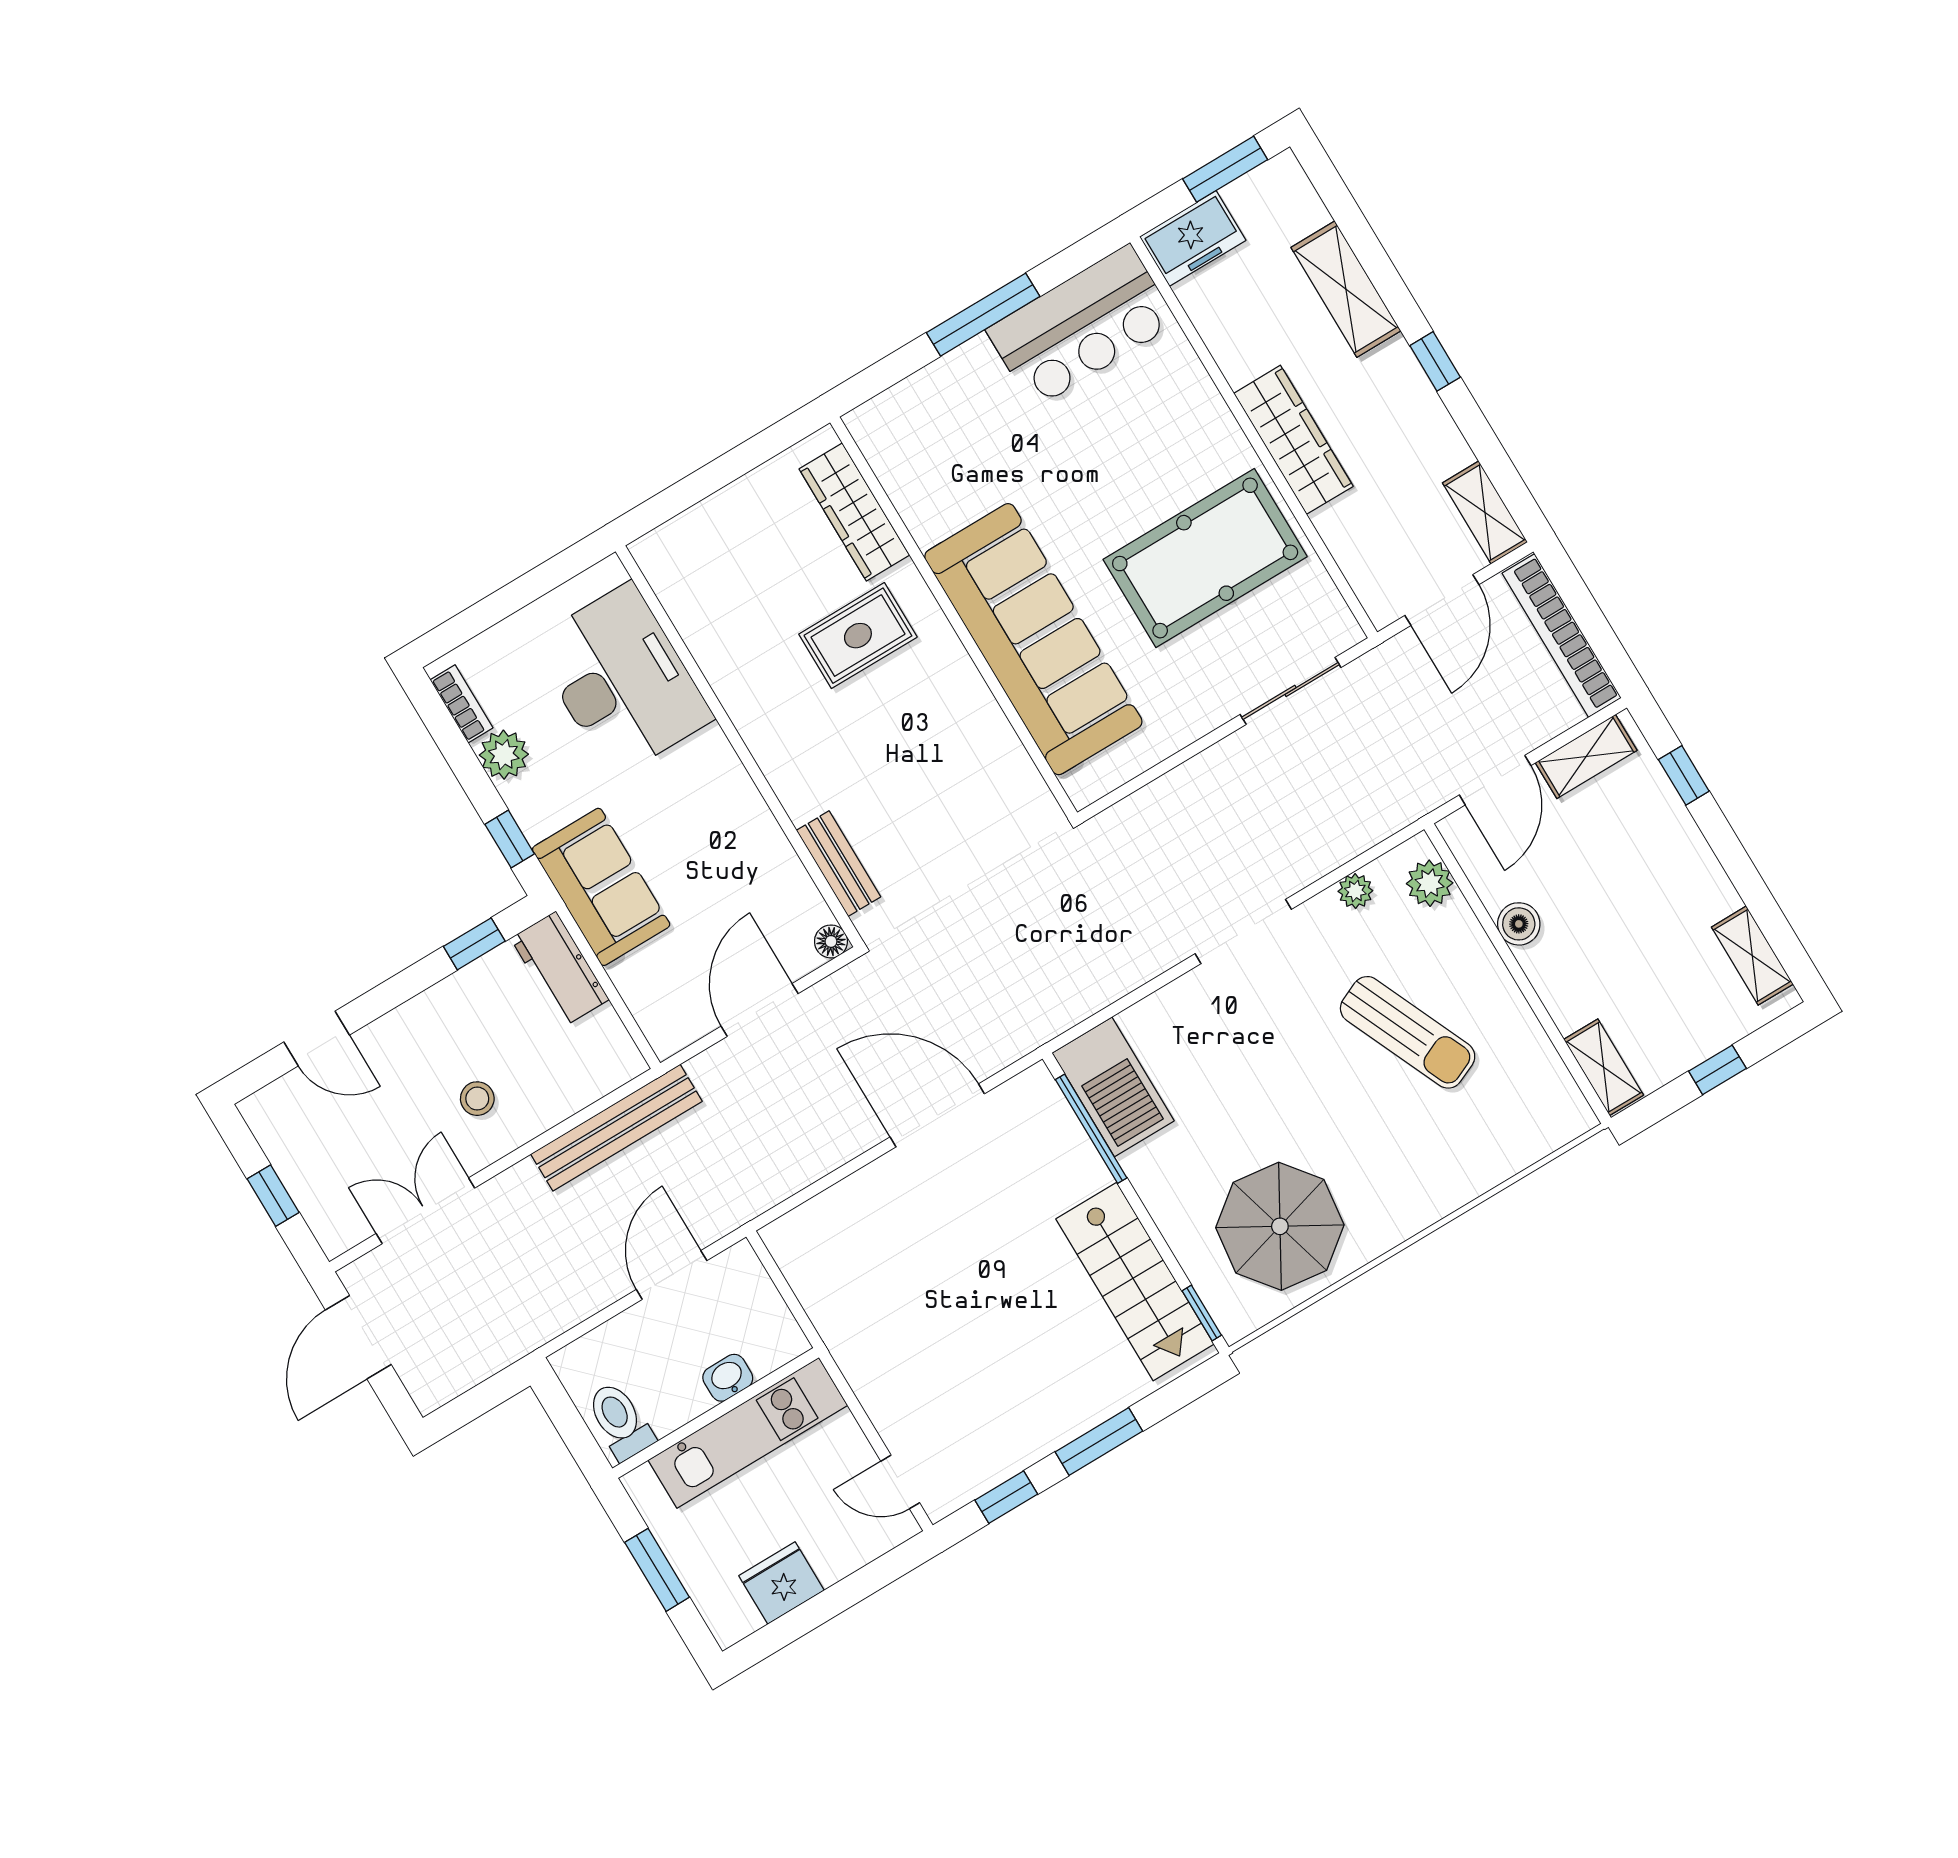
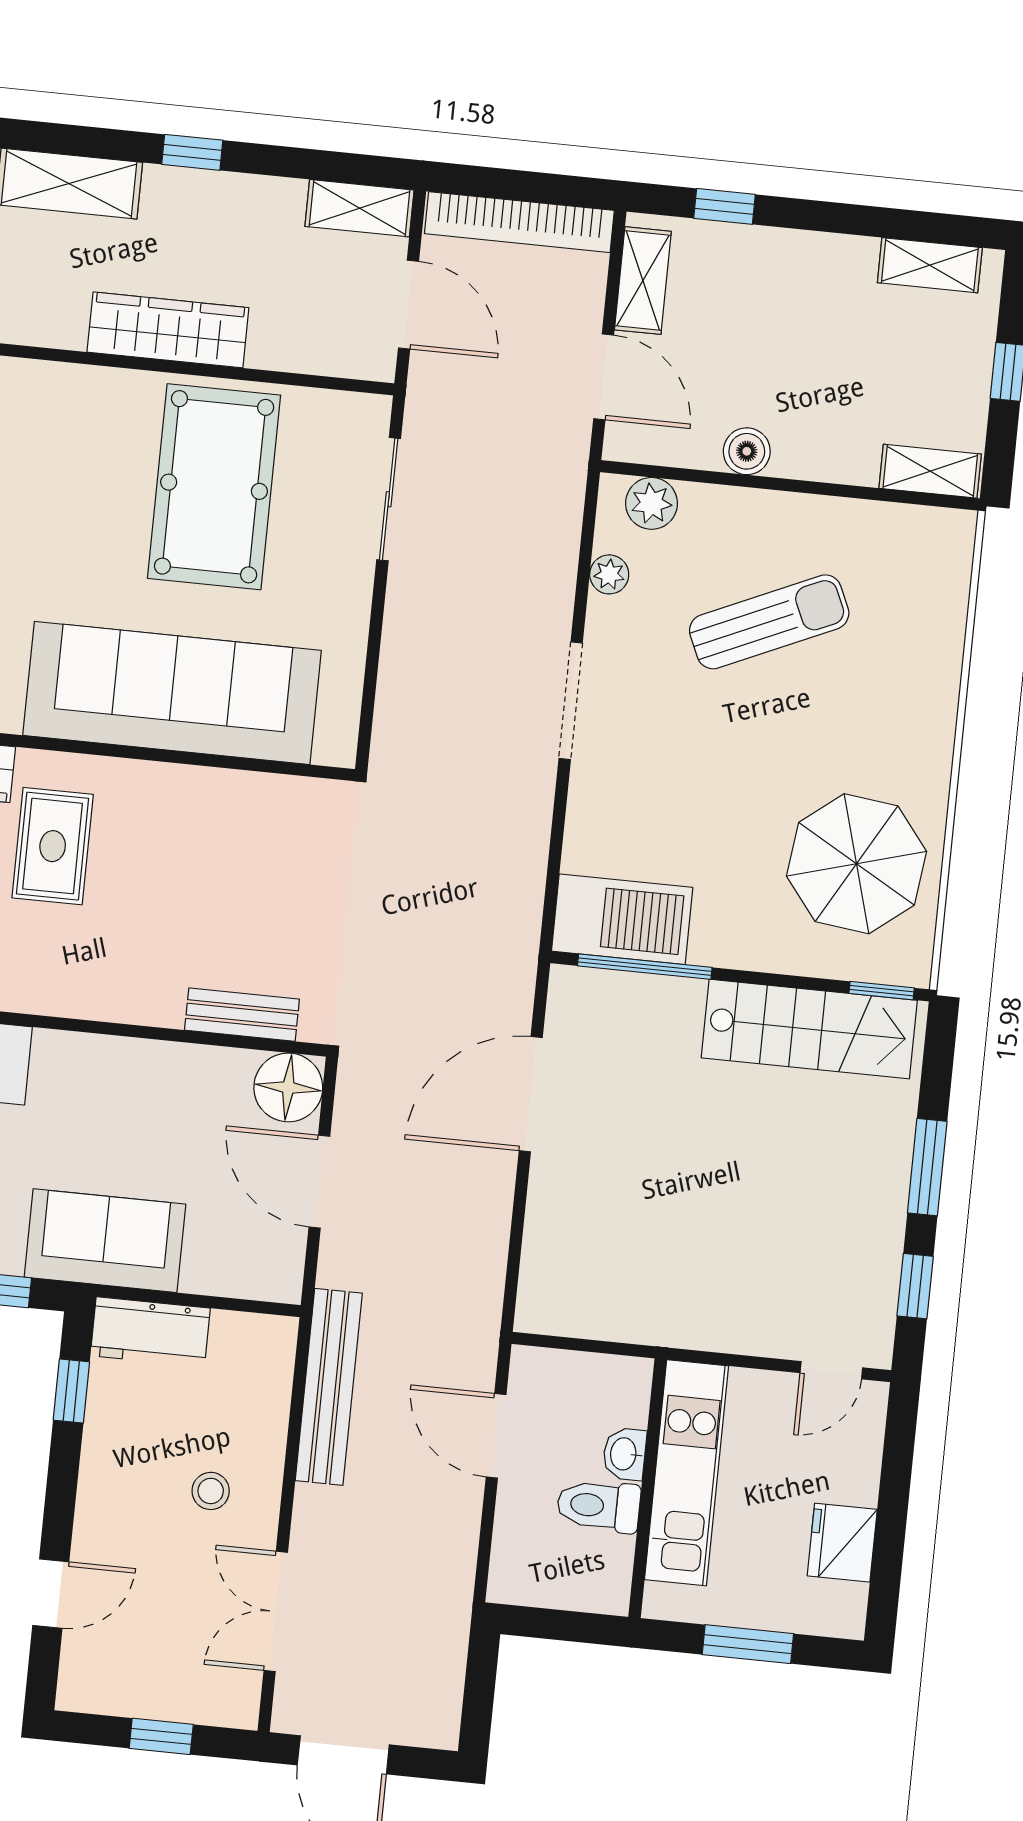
floor lamp: (831, 941) -> (288, 1087), width x1.89, depth x1.89
toilet: (620, 1421) -> (599, 1506), moved

